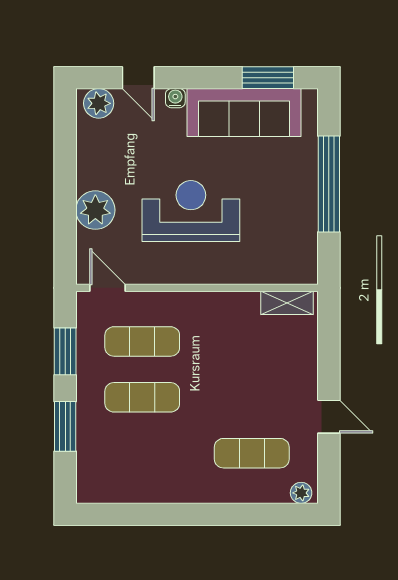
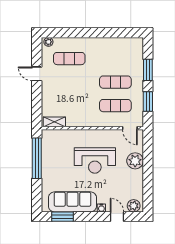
window: (329, 184) -> (37, 158), moved

